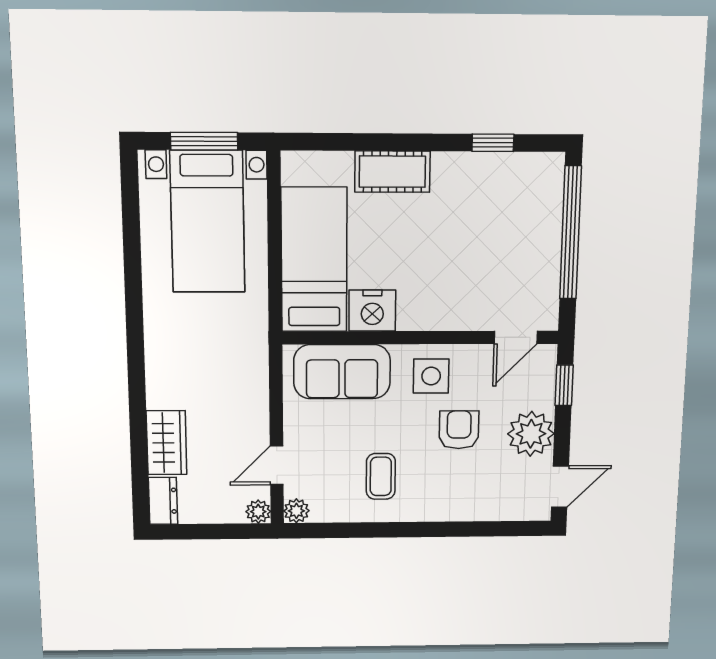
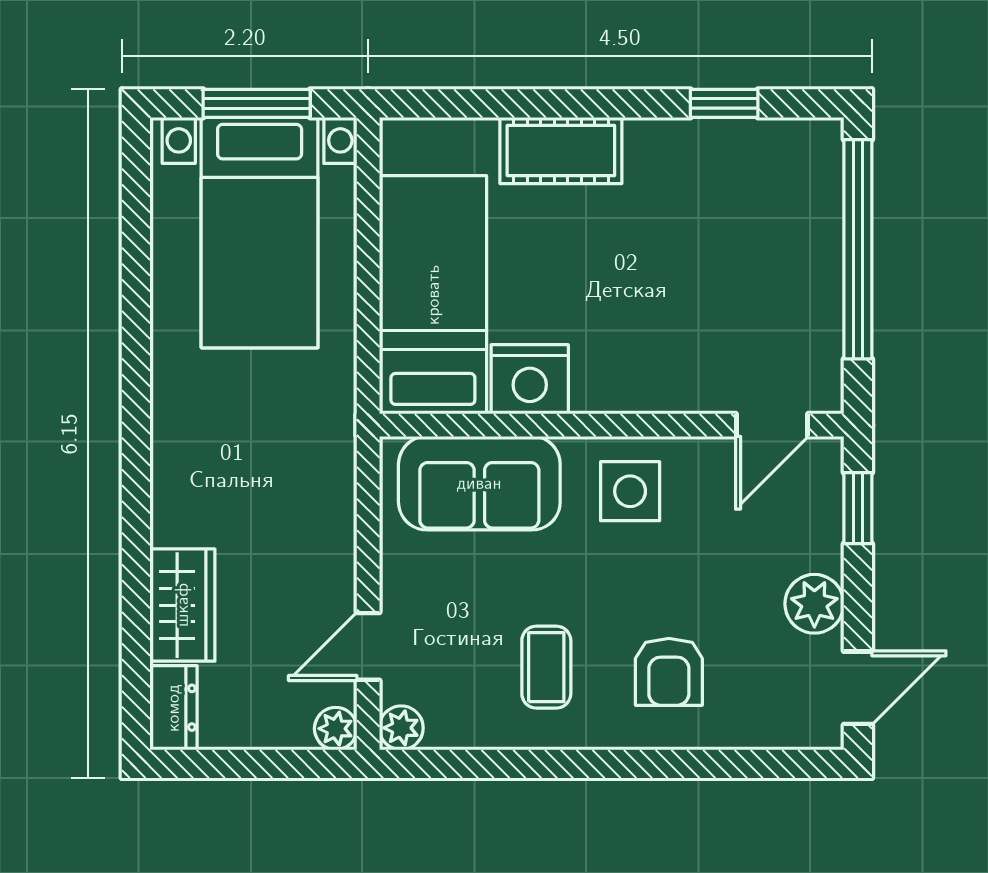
armchair: (459, 430) -> (669, 672), moved, turned 180
plant: (531, 434) -> (814, 604), width x0.73, depth x0.73

